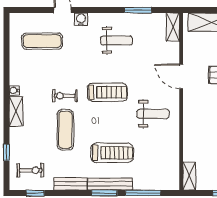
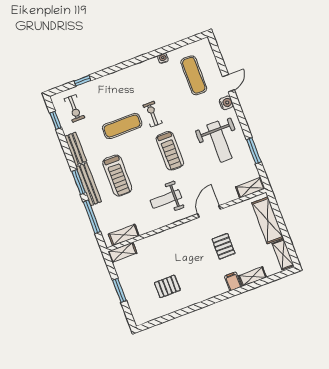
weight bench: (117, 40) -> (219, 142), width x1.36, depth x1.33
water cooler: (14, 90) -> (163, 58), moved
shelving: (16, 111) -> (124, 235), moved
weight bench: (153, 114) -> (166, 199), turned 90

